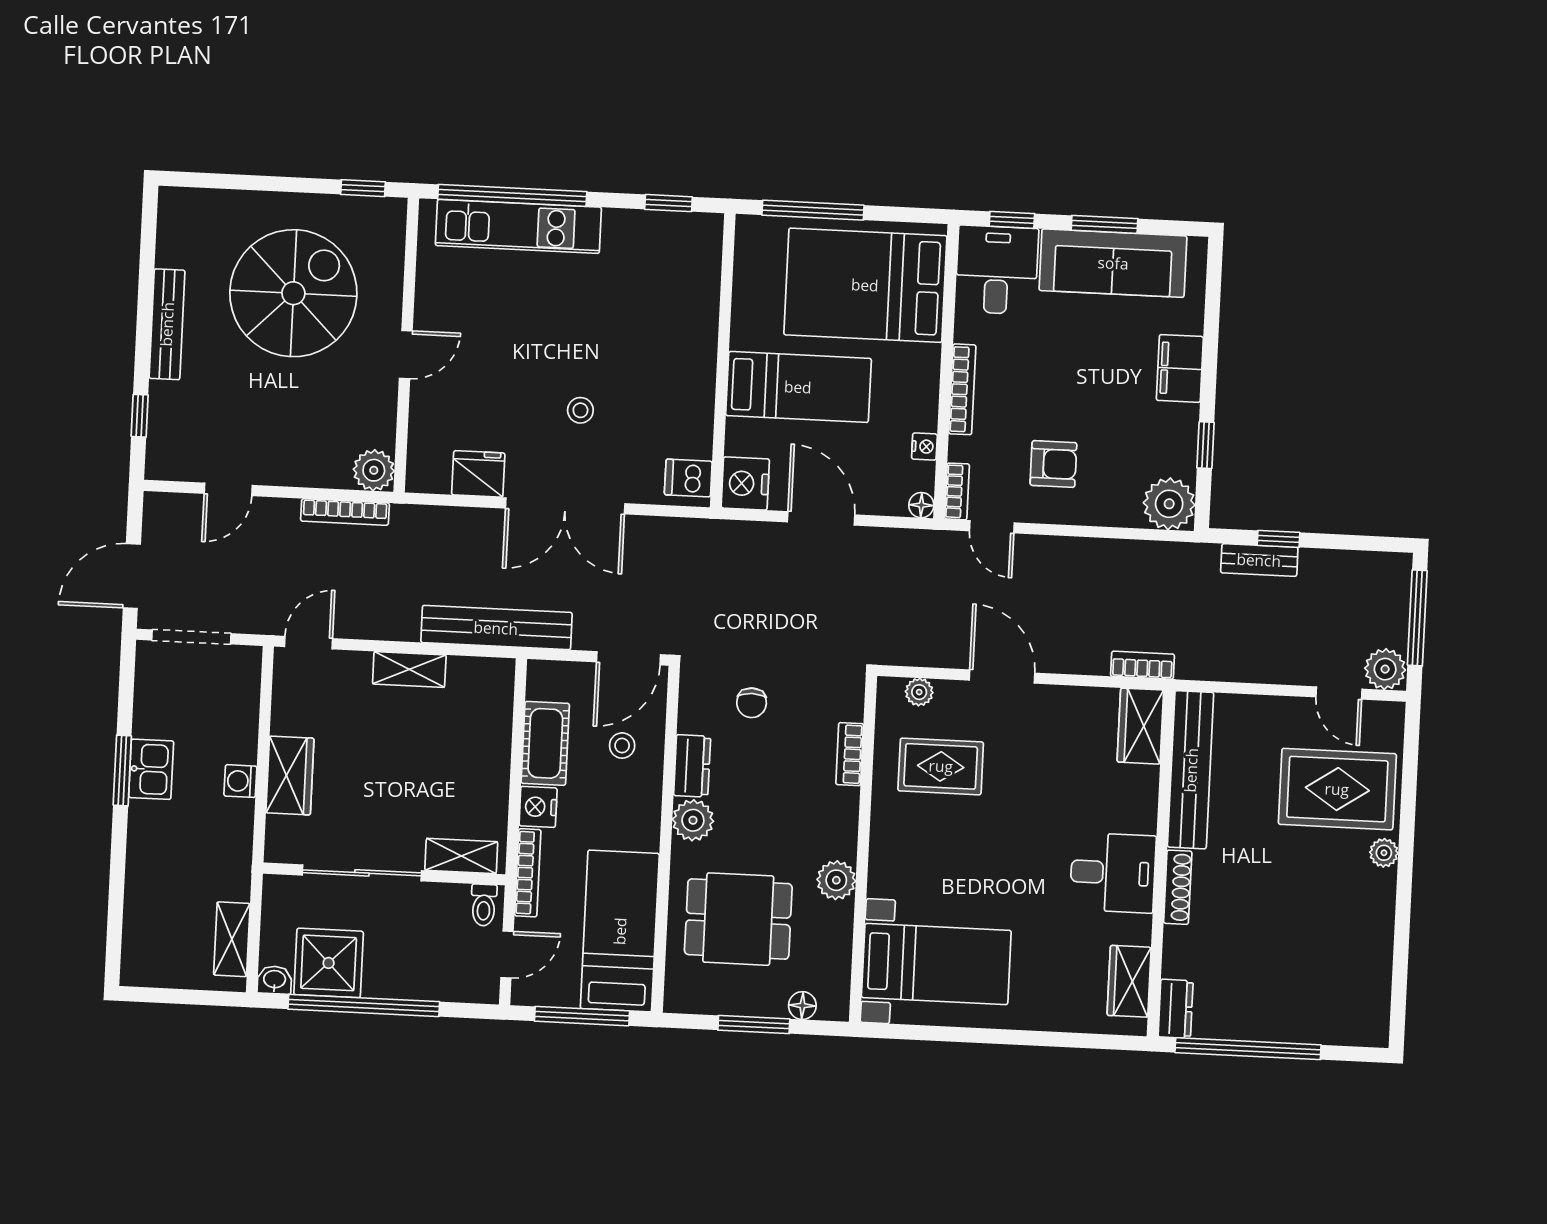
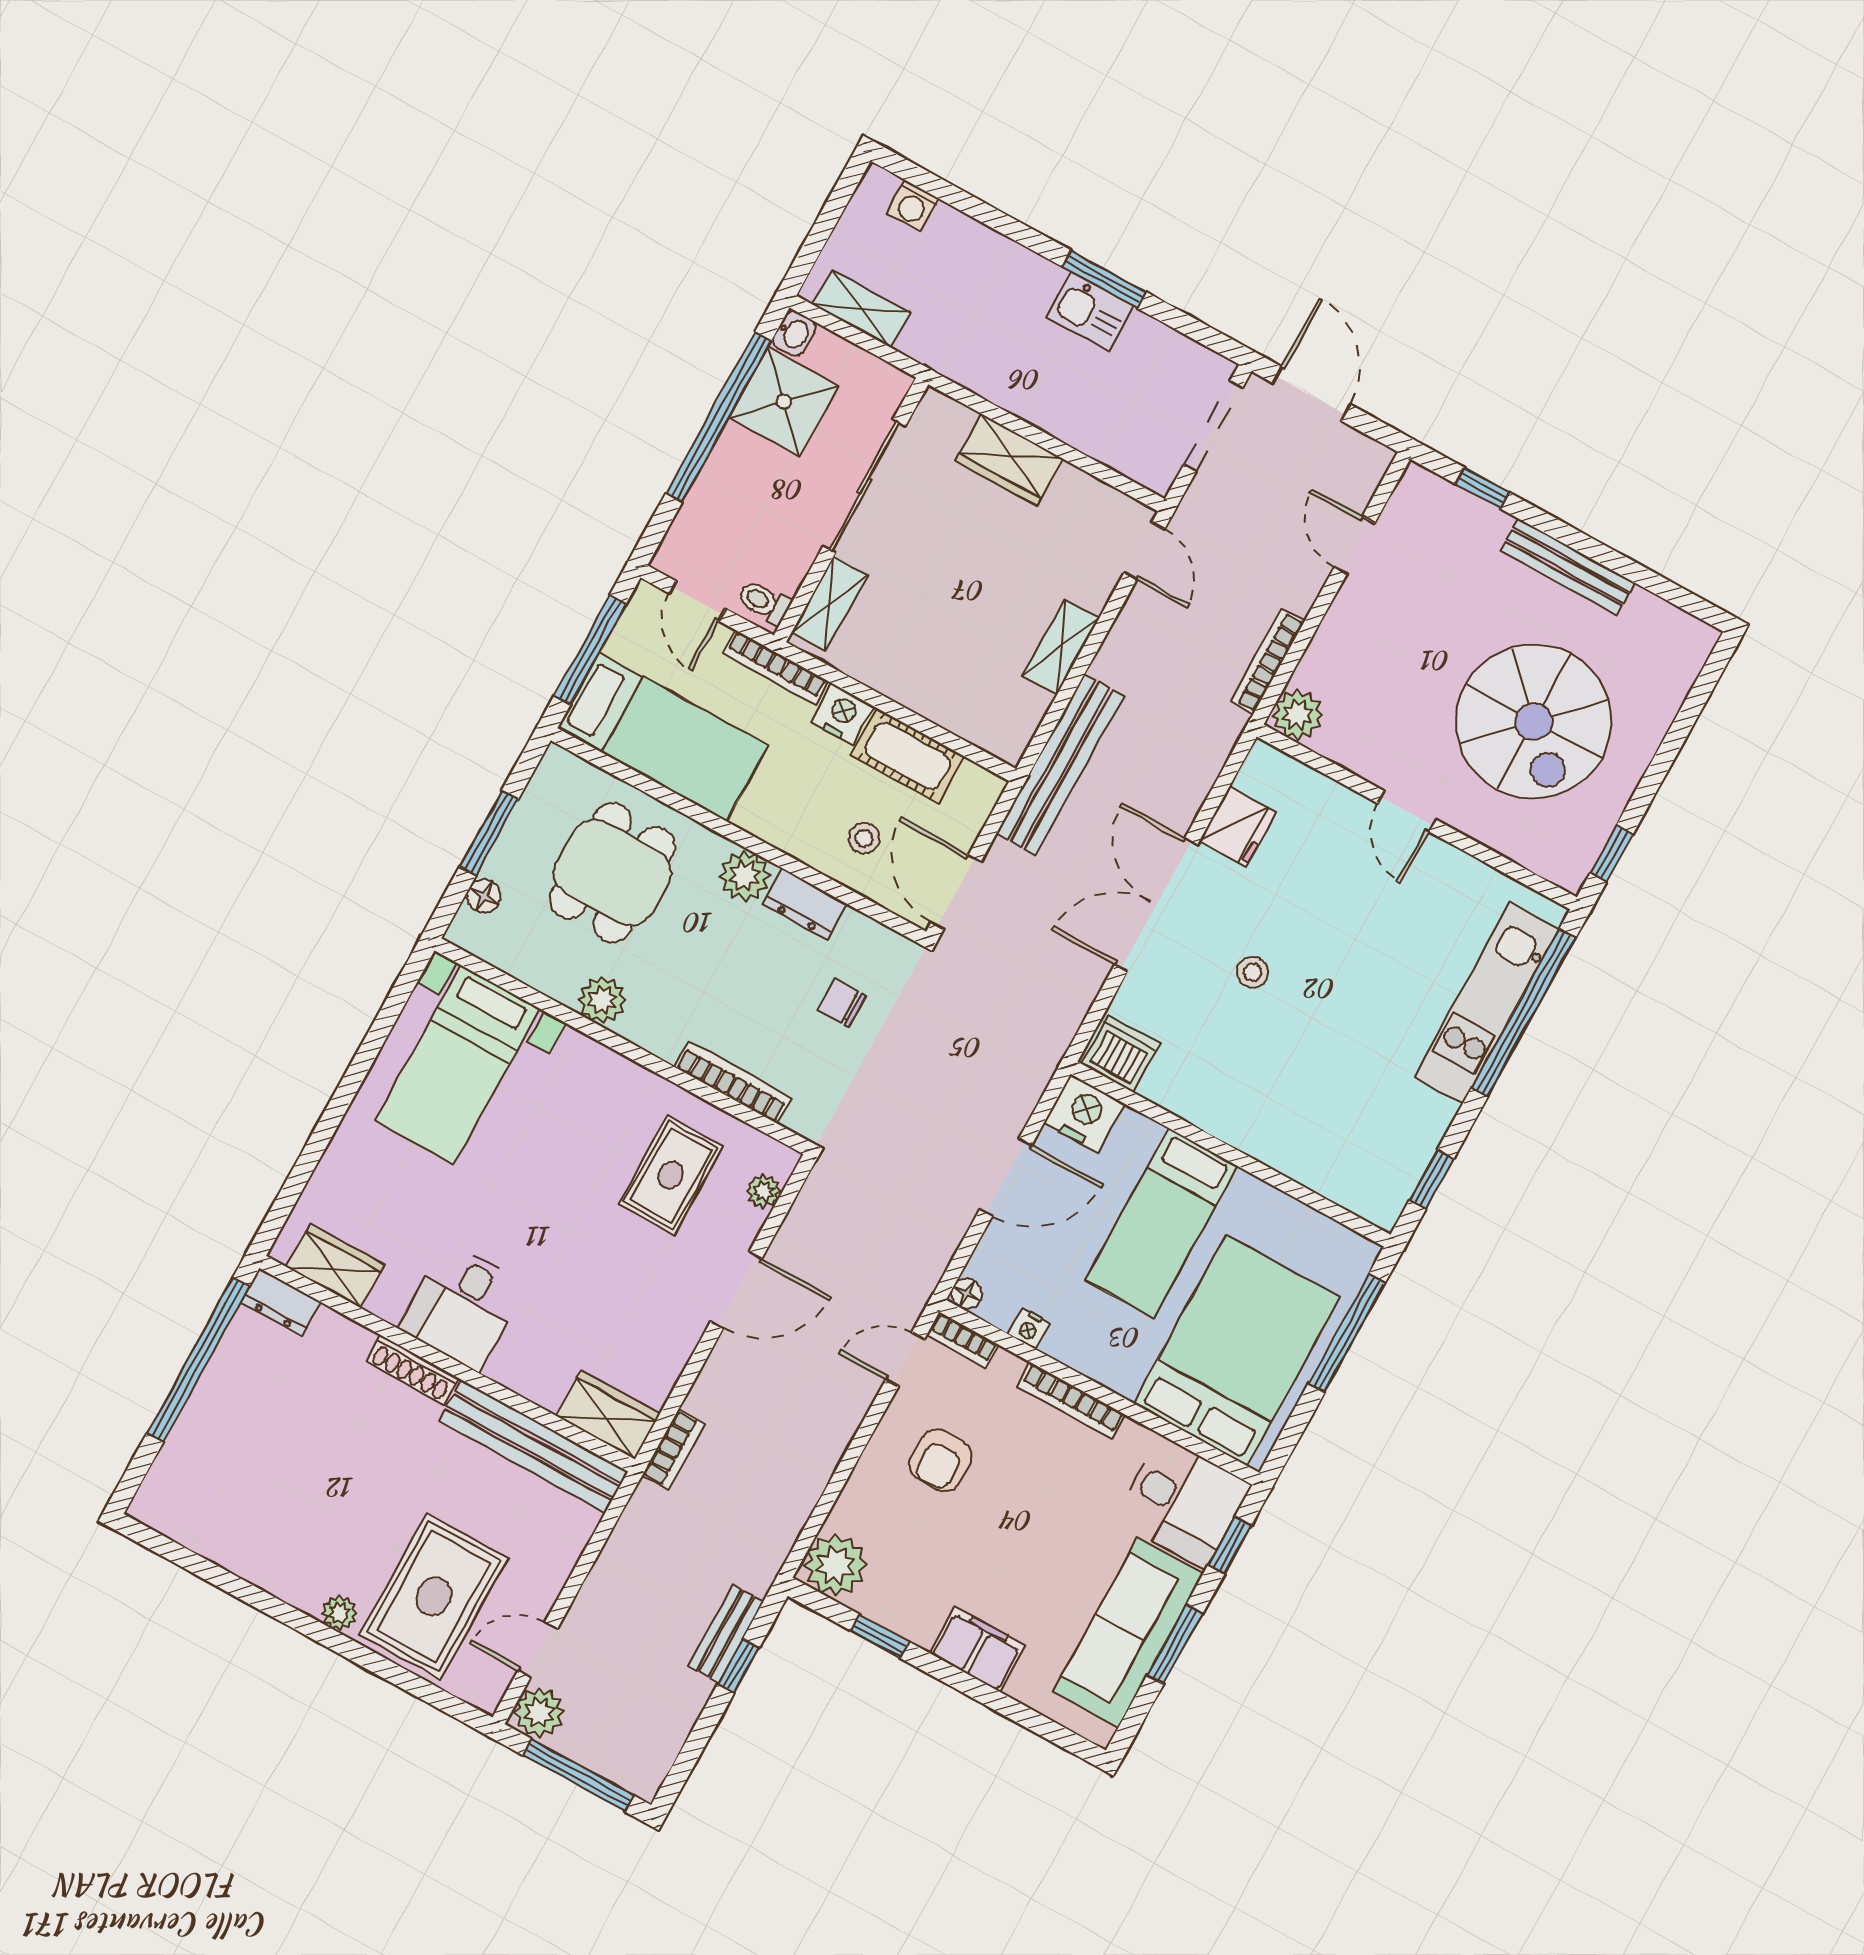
dishwasher: (688, 478) -> (1121, 1054), width x1.38
bookcase: (850, 754) -> (733, 1082), width x1.56
washing machine: (240, 781) -> (913, 206), moved, turned 180

